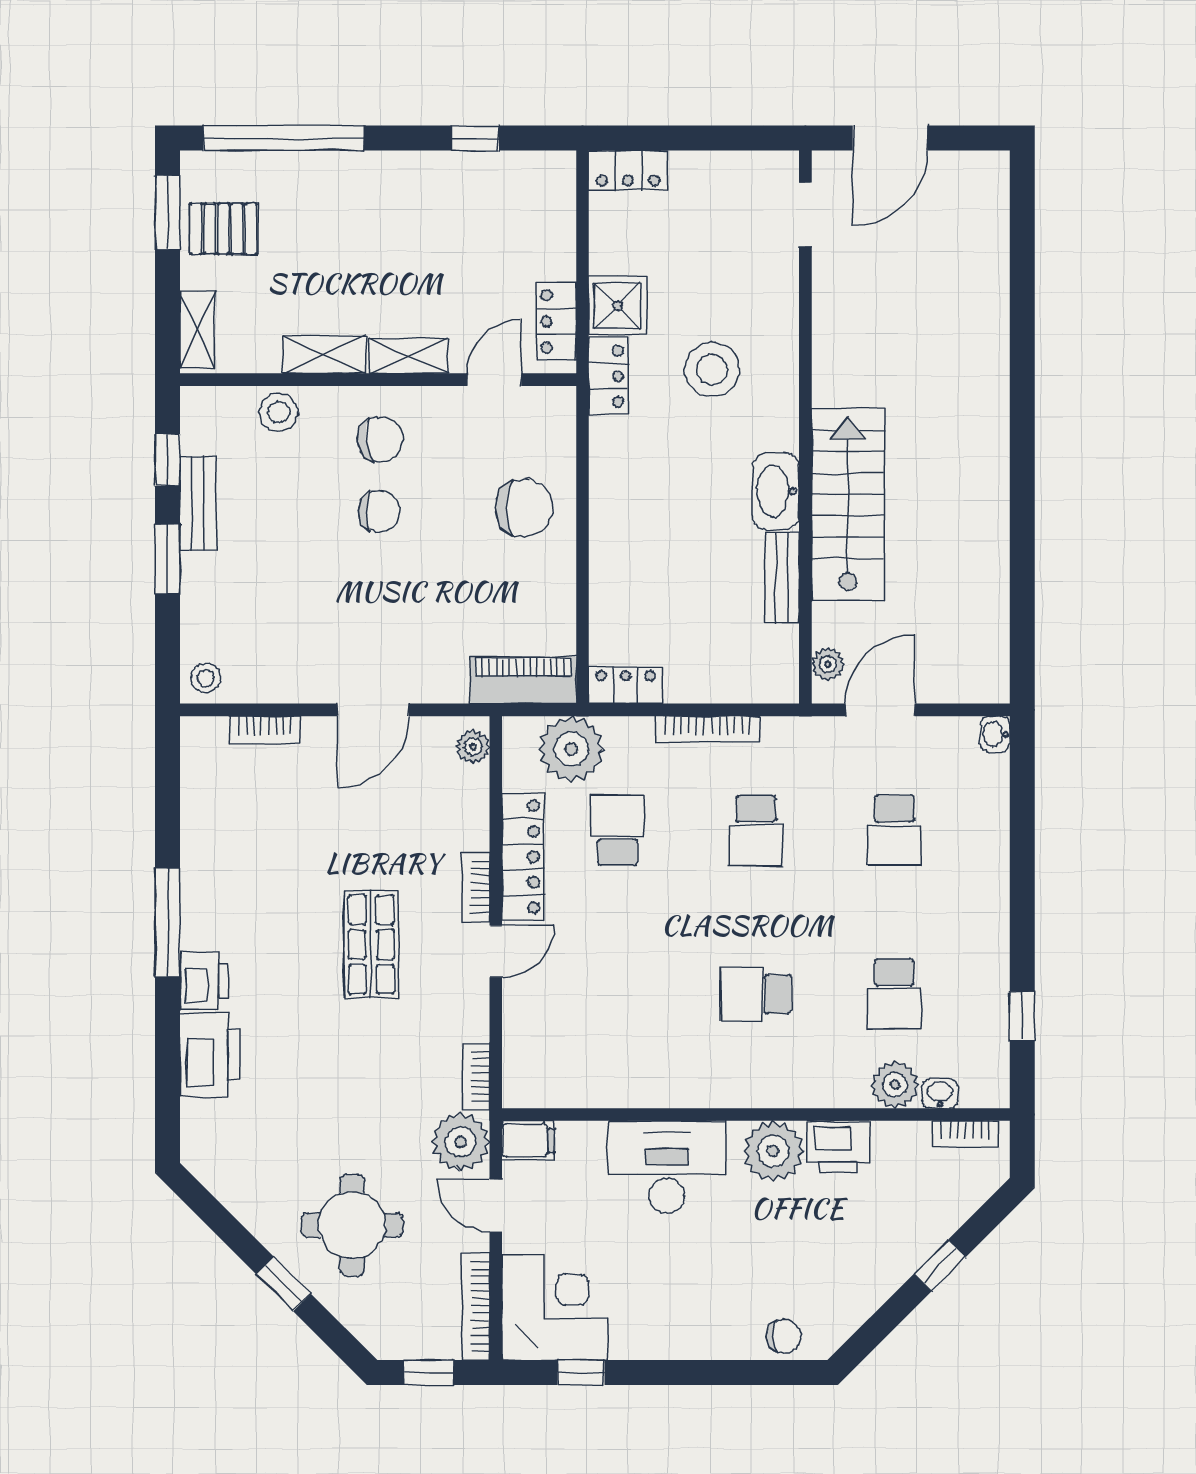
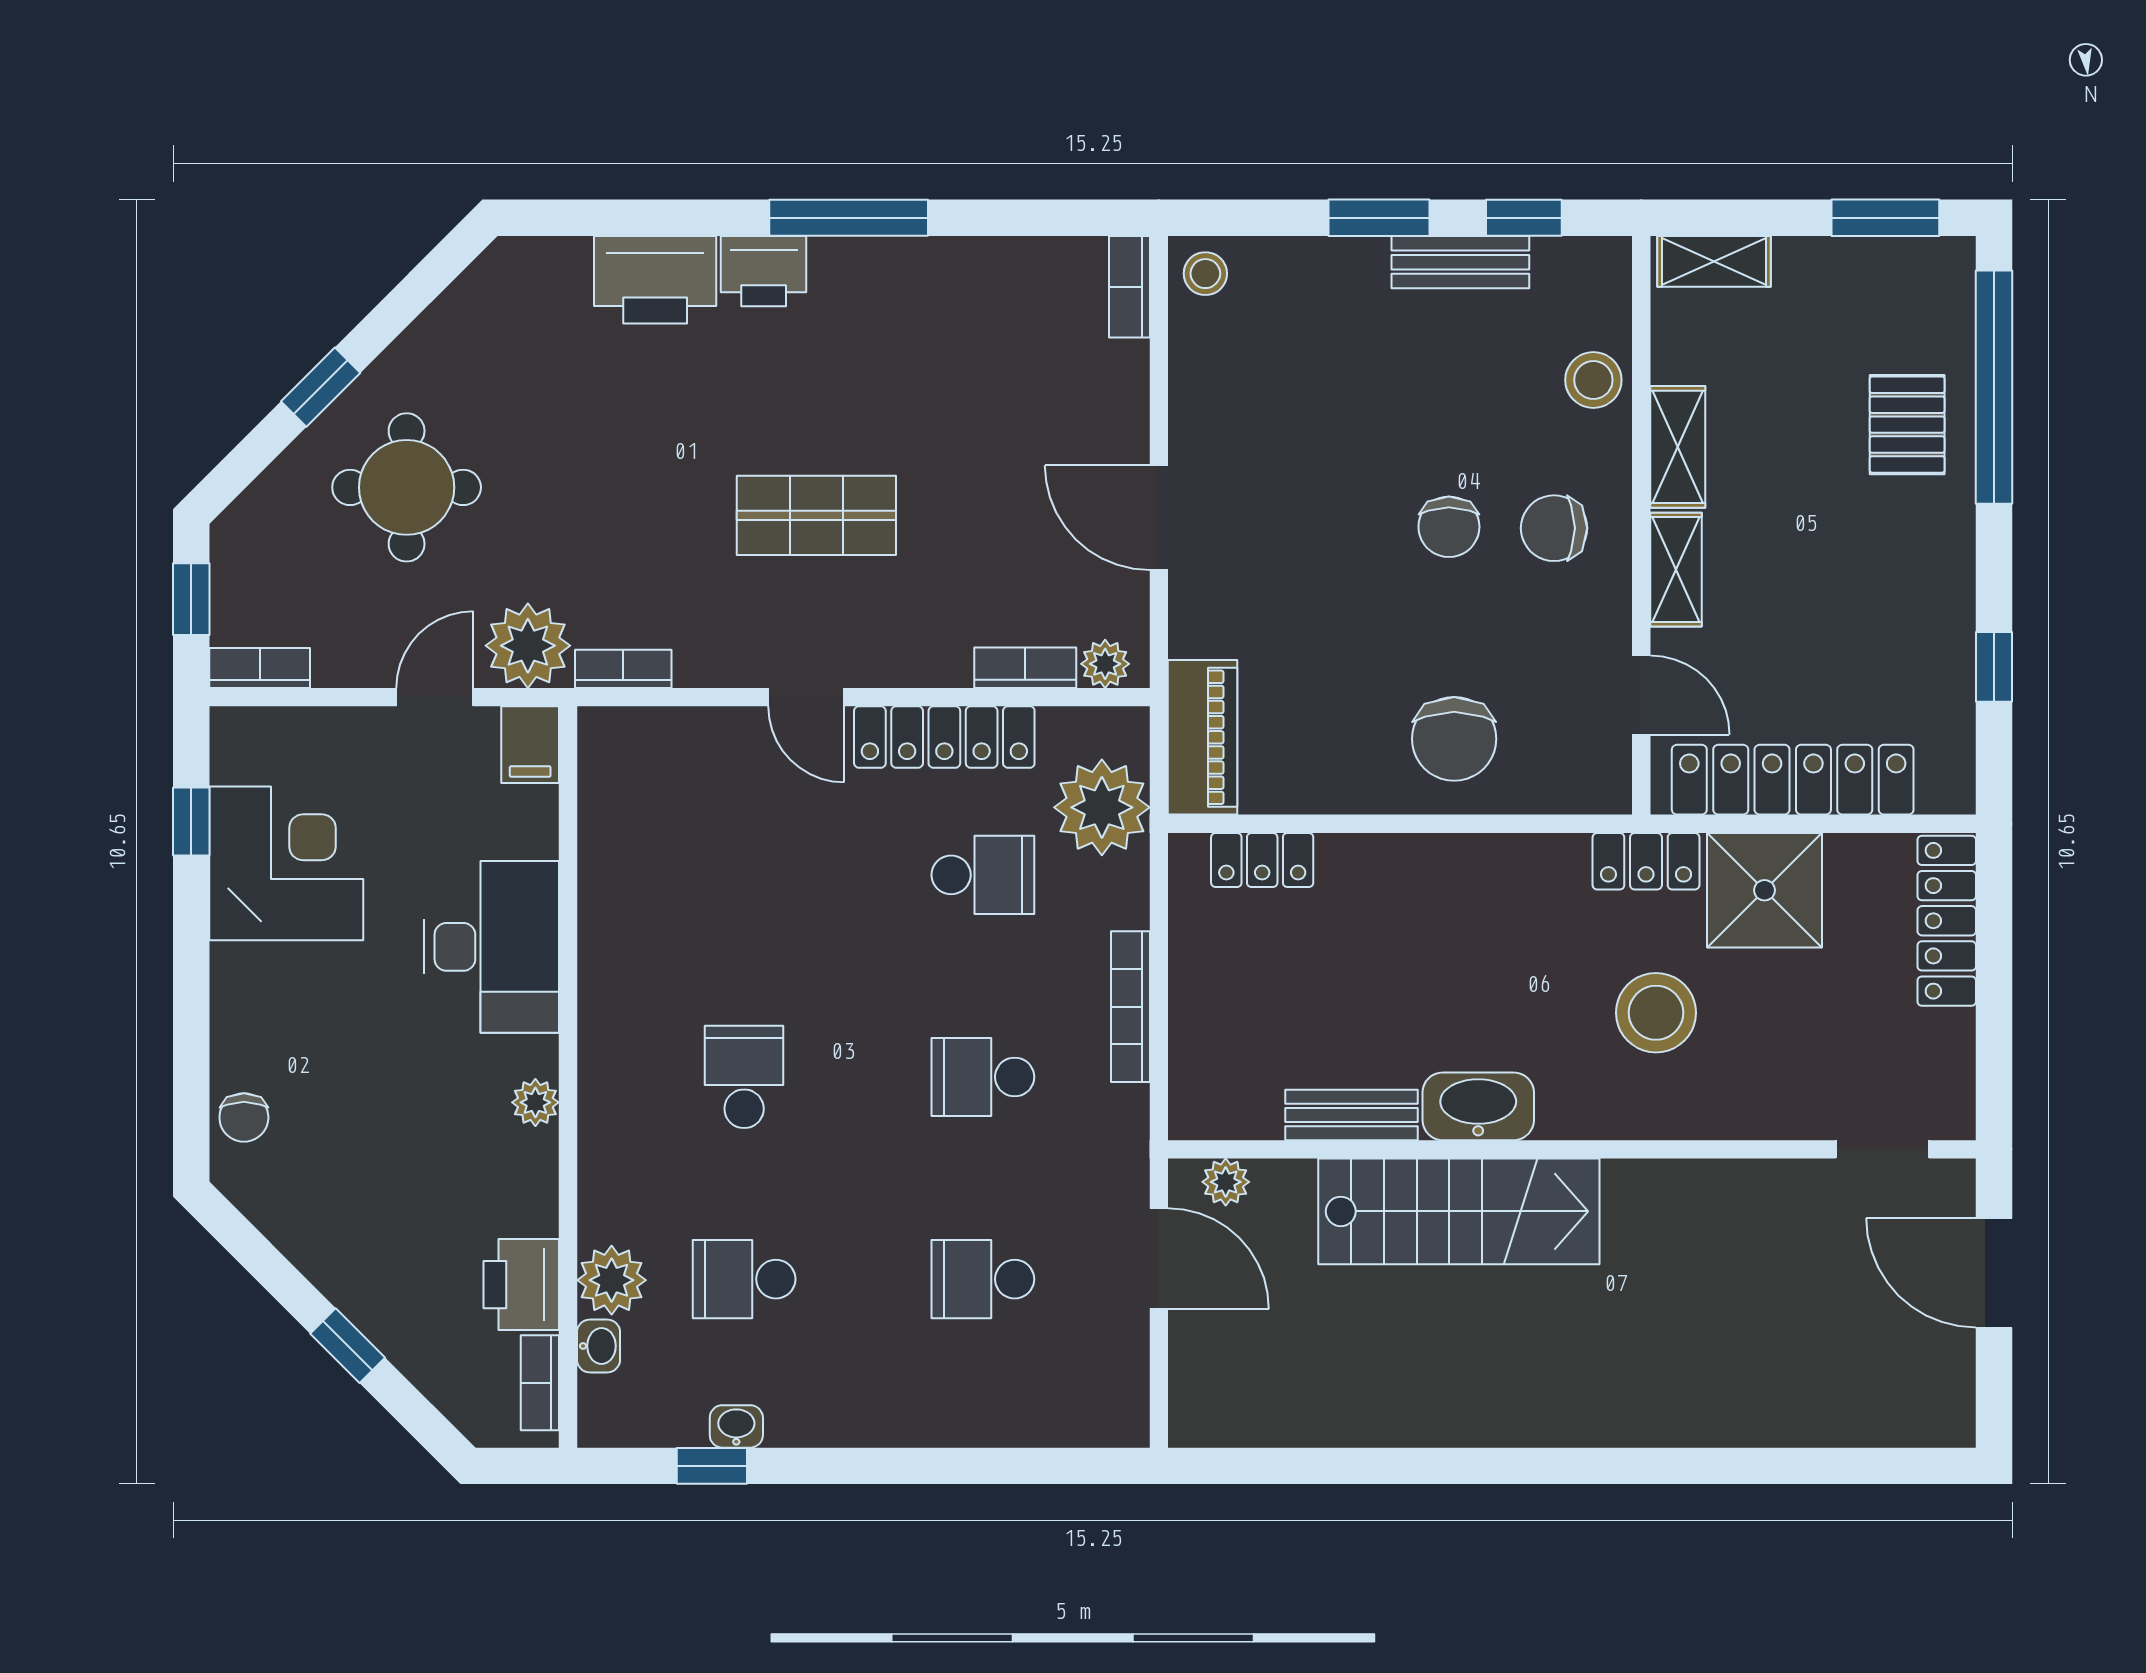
locker: (628, 170) -> (1947, 921), width x1.53
pallet: (223, 229) -> (1907, 425), moved
shower: (618, 306) -> (1765, 890), width x1.36, depth x1.36
locker: (556, 321) -> (1793, 780), width x2.16, depth x1.21
chair: (380, 439) -> (1554, 528), turned 98
locker: (626, 685) -> (1262, 860), moved, turned 90
bookcase: (265, 730) -> (1129, 287), moved
washbasin: (995, 734) -> (736, 1426), moved
bookcase: (476, 887) -> (1025, 668), moved
printer: (838, 1147) -> (521, 1285), moved
plant: (773, 1151) -> (535, 1102), width x0.53, depth x0.53
bookcase: (476, 1306) -> (260, 668), width x0.64
corner desk: (555, 1307) -> (286, 863), moved, turned -90

